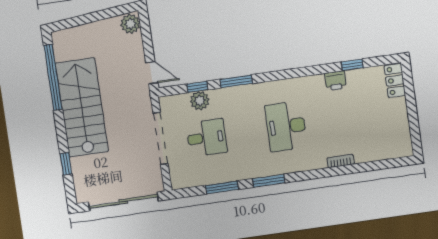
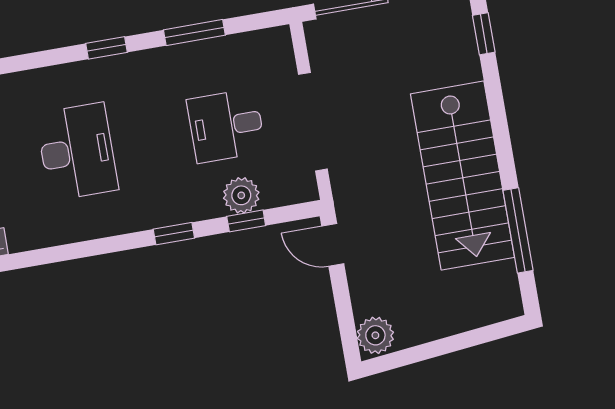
window: (53, 77) -> (518, 230), width x0.68
window: (236, 81) -> (174, 234), width x0.67
window: (66, 164) -> (484, 34), moved
window: (269, 181) -> (107, 48), width x0.67

